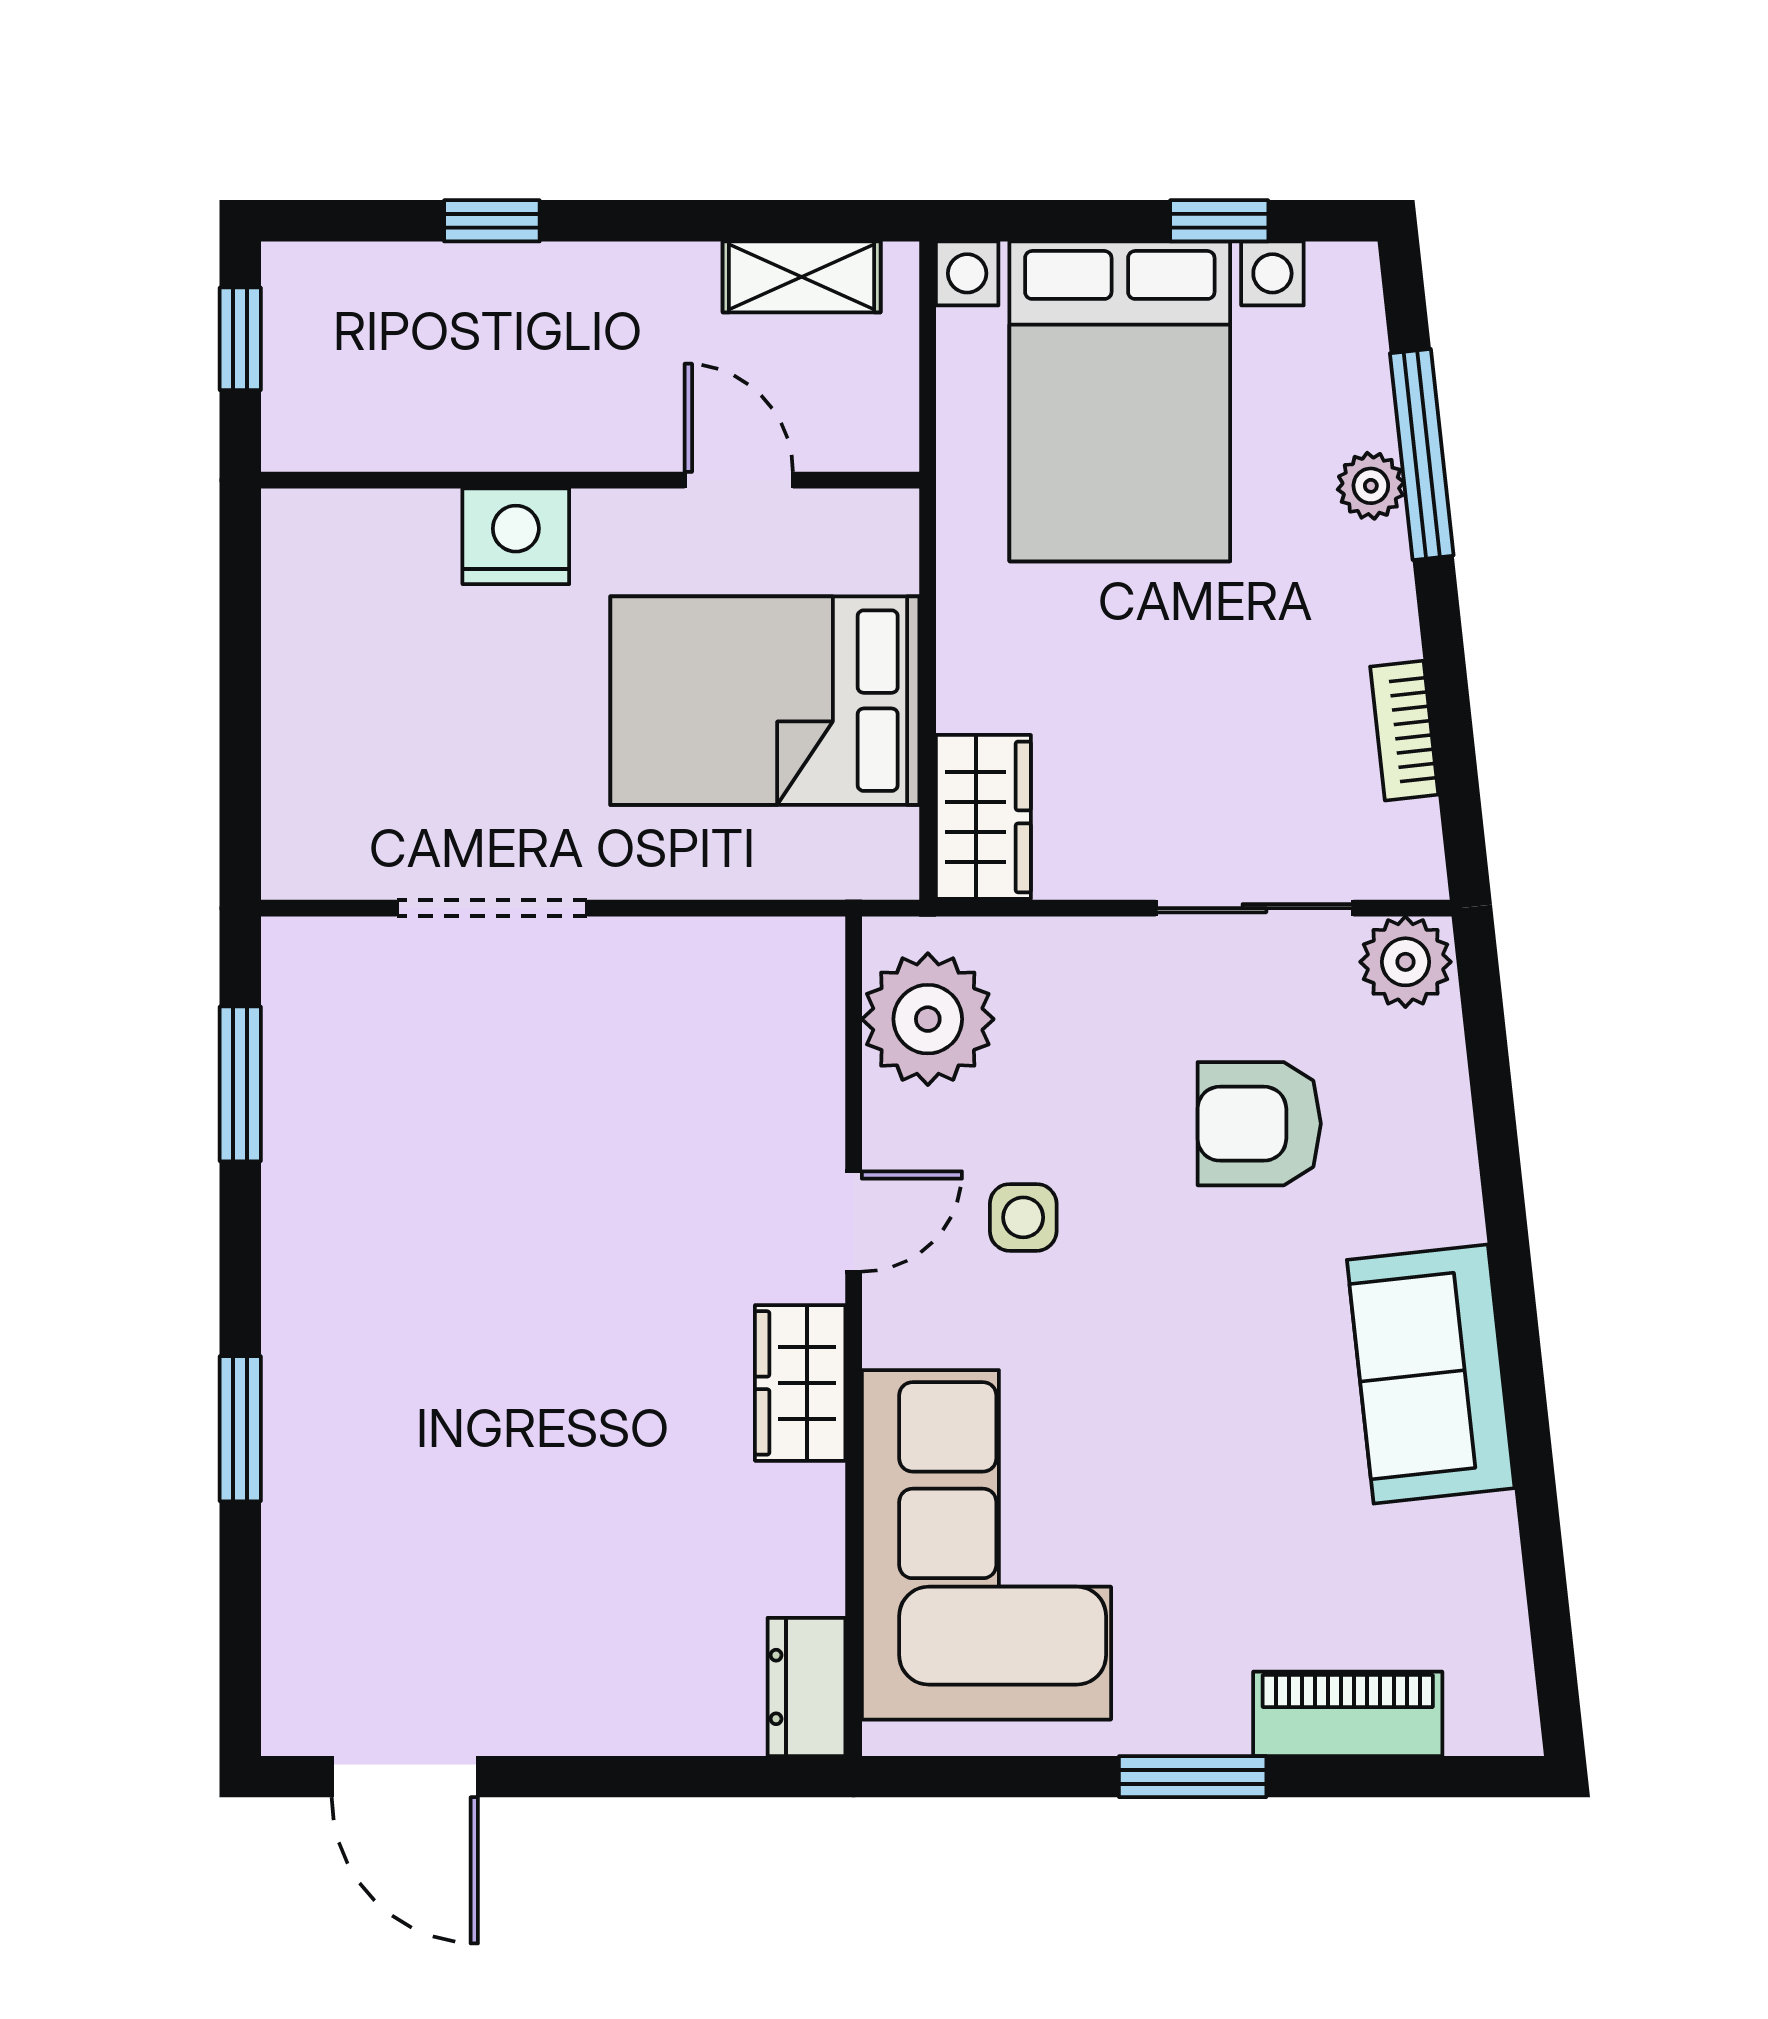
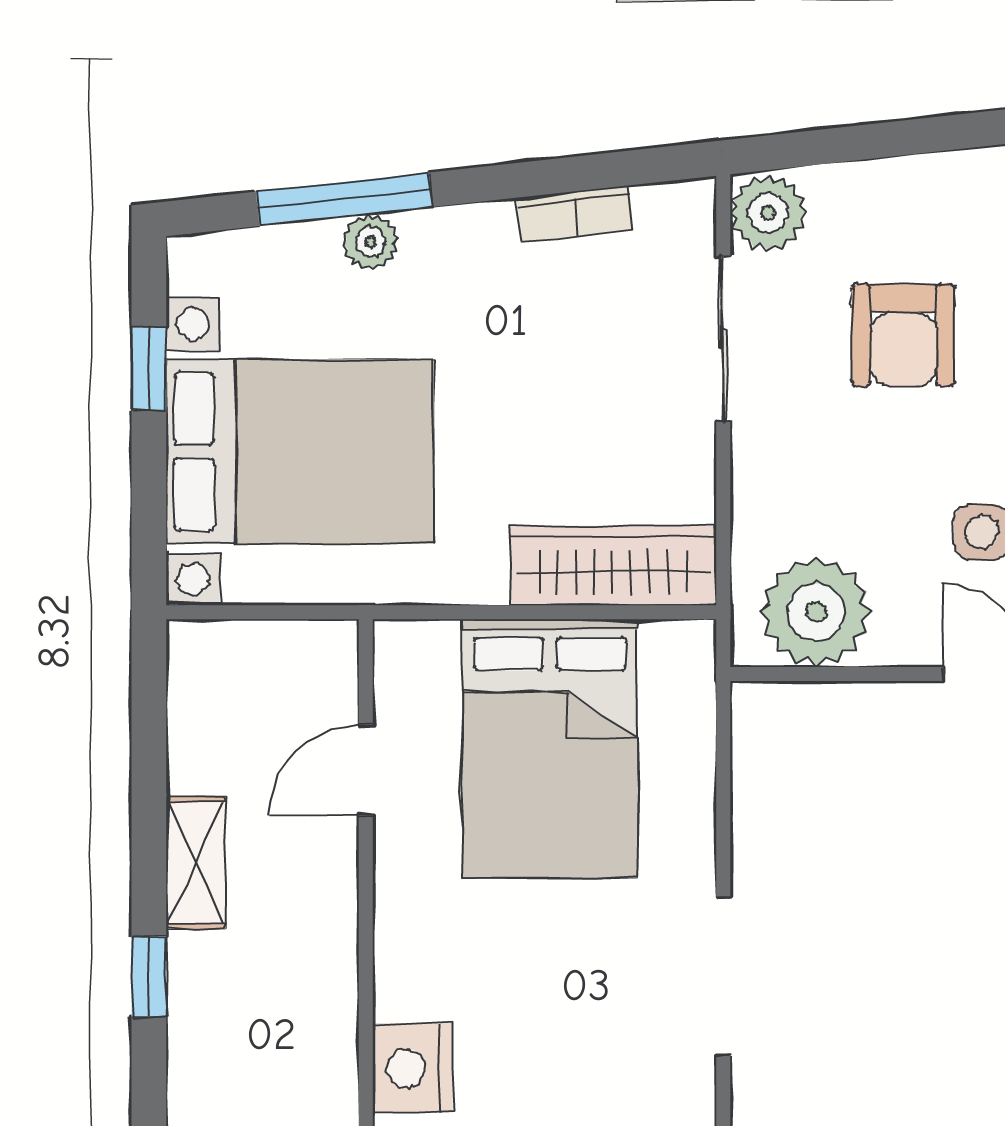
shelving: (802, 277) -> (196, 863), moved
nightstand: (516, 536) -> (413, 1068), moved
wardrobe: (983, 817) -> (613, 566), width x1.50

